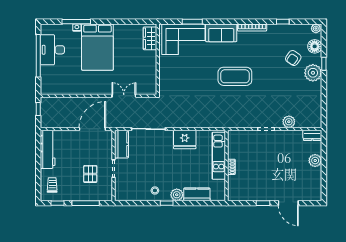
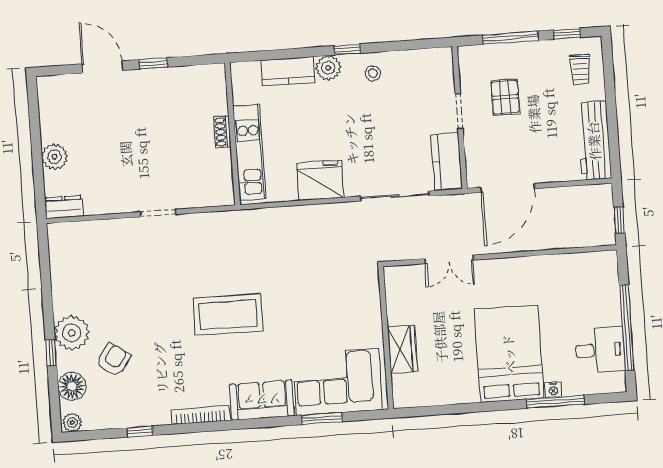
wardrobe: (150, 38) -> (402, 349), moved
desk: (52, 50) -> (600, 350), width x0.73
plant: (289, 122) -> (113, 231), removed

